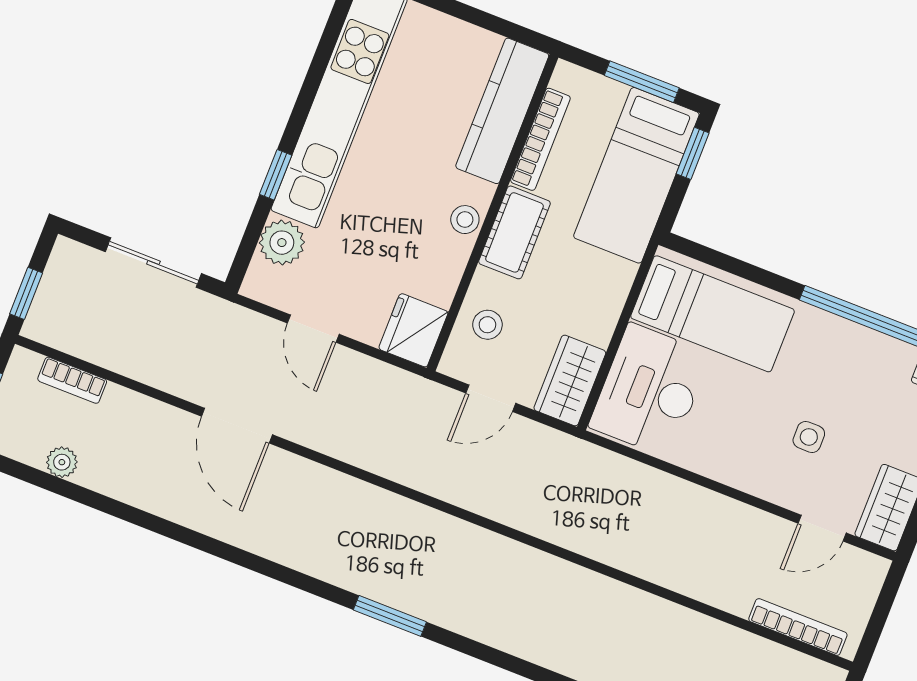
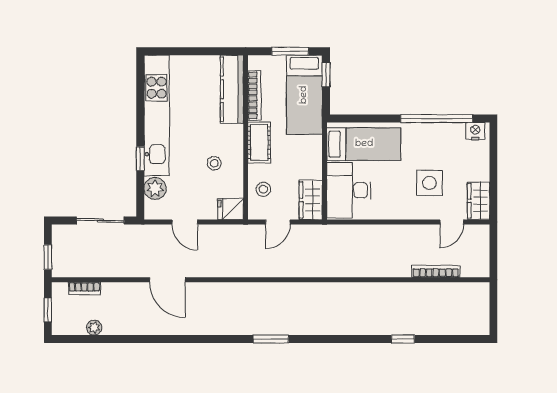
stool: (465, 220) -> (214, 163), moved
fridge: (413, 330) -> (231, 209), width x0.72
side table: (809, 437) -> (429, 183), width x1.87, depth x1.87
bookcase: (798, 627) -> (436, 271), moved

